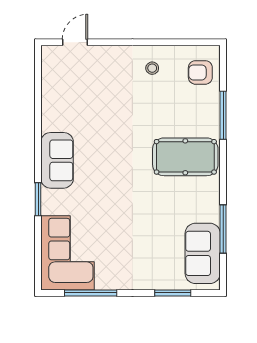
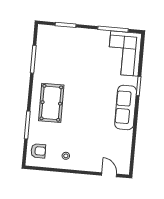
door: (75, 42) -> (109, 175), swing flipped
pool table: (185, 157) -> (51, 103), turned 90
sofa: (57, 160) -> (126, 107), width x1.36
sofa: (203, 253) -> (46, 46), removed

